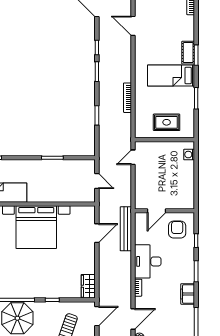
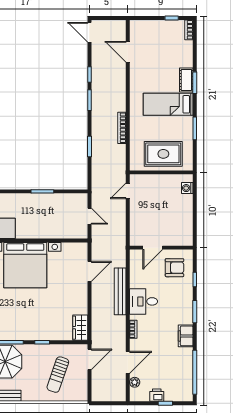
rug: (167, 122) -> (163, 154), width x1.36, depth x1.43
bench: (126, 229) -> (120, 291), moved
armchair: (177, 230) -> (175, 268), turned 90
desk: (148, 261) -> (143, 301), width x0.73

